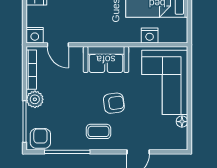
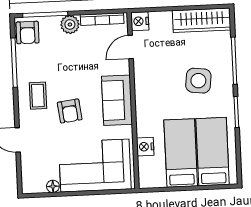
armchair: (40, 138) -> (27, 33), turned 90

